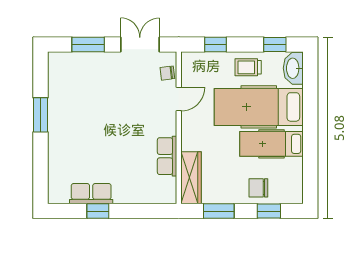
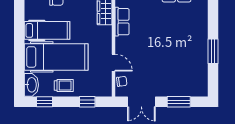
door: (179, 99) -> (114, 63), swing flipped

